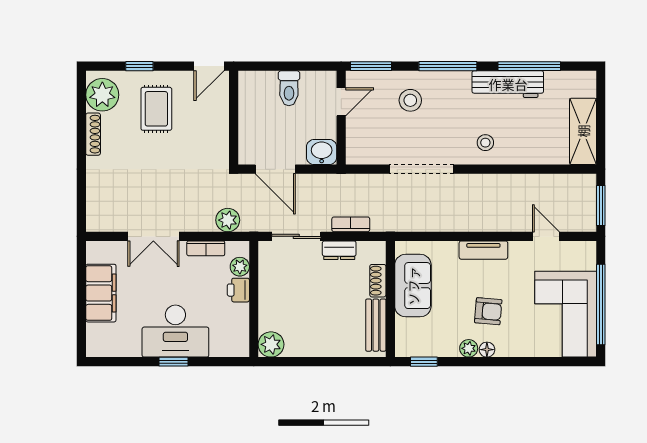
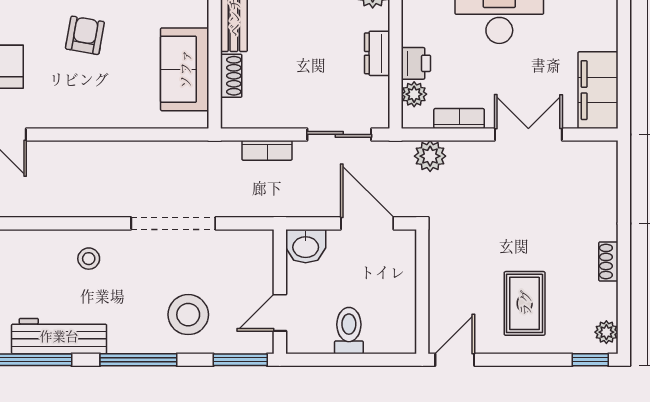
window: (139, 66) -> (590, 360), moved
plant: (102, 95) -> (606, 332), width x0.53, depth x0.53
stool: (410, 100) -> (188, 315), width x1.38, depth x1.38
shoe rack: (93, 134) -> (608, 261), width x0.70
dresser: (339, 250) -> (377, 53), moved, turned -90
tv unit: (483, 250) -> (91, 116), removed
filing cabinet: (101, 293) -> (598, 90), moved
armchair: (488, 311) -> (85, 35), turned 95

